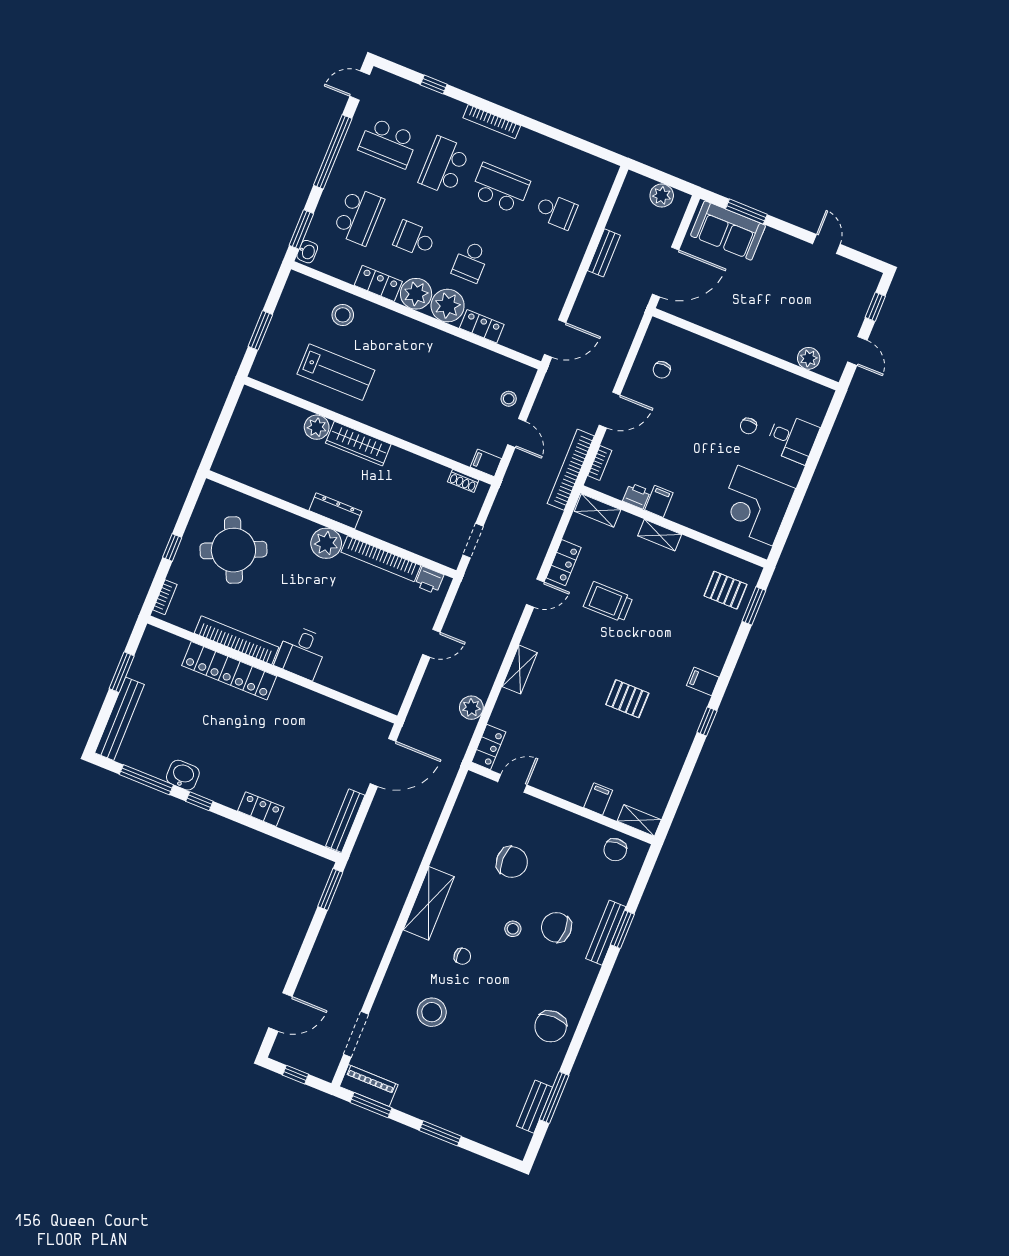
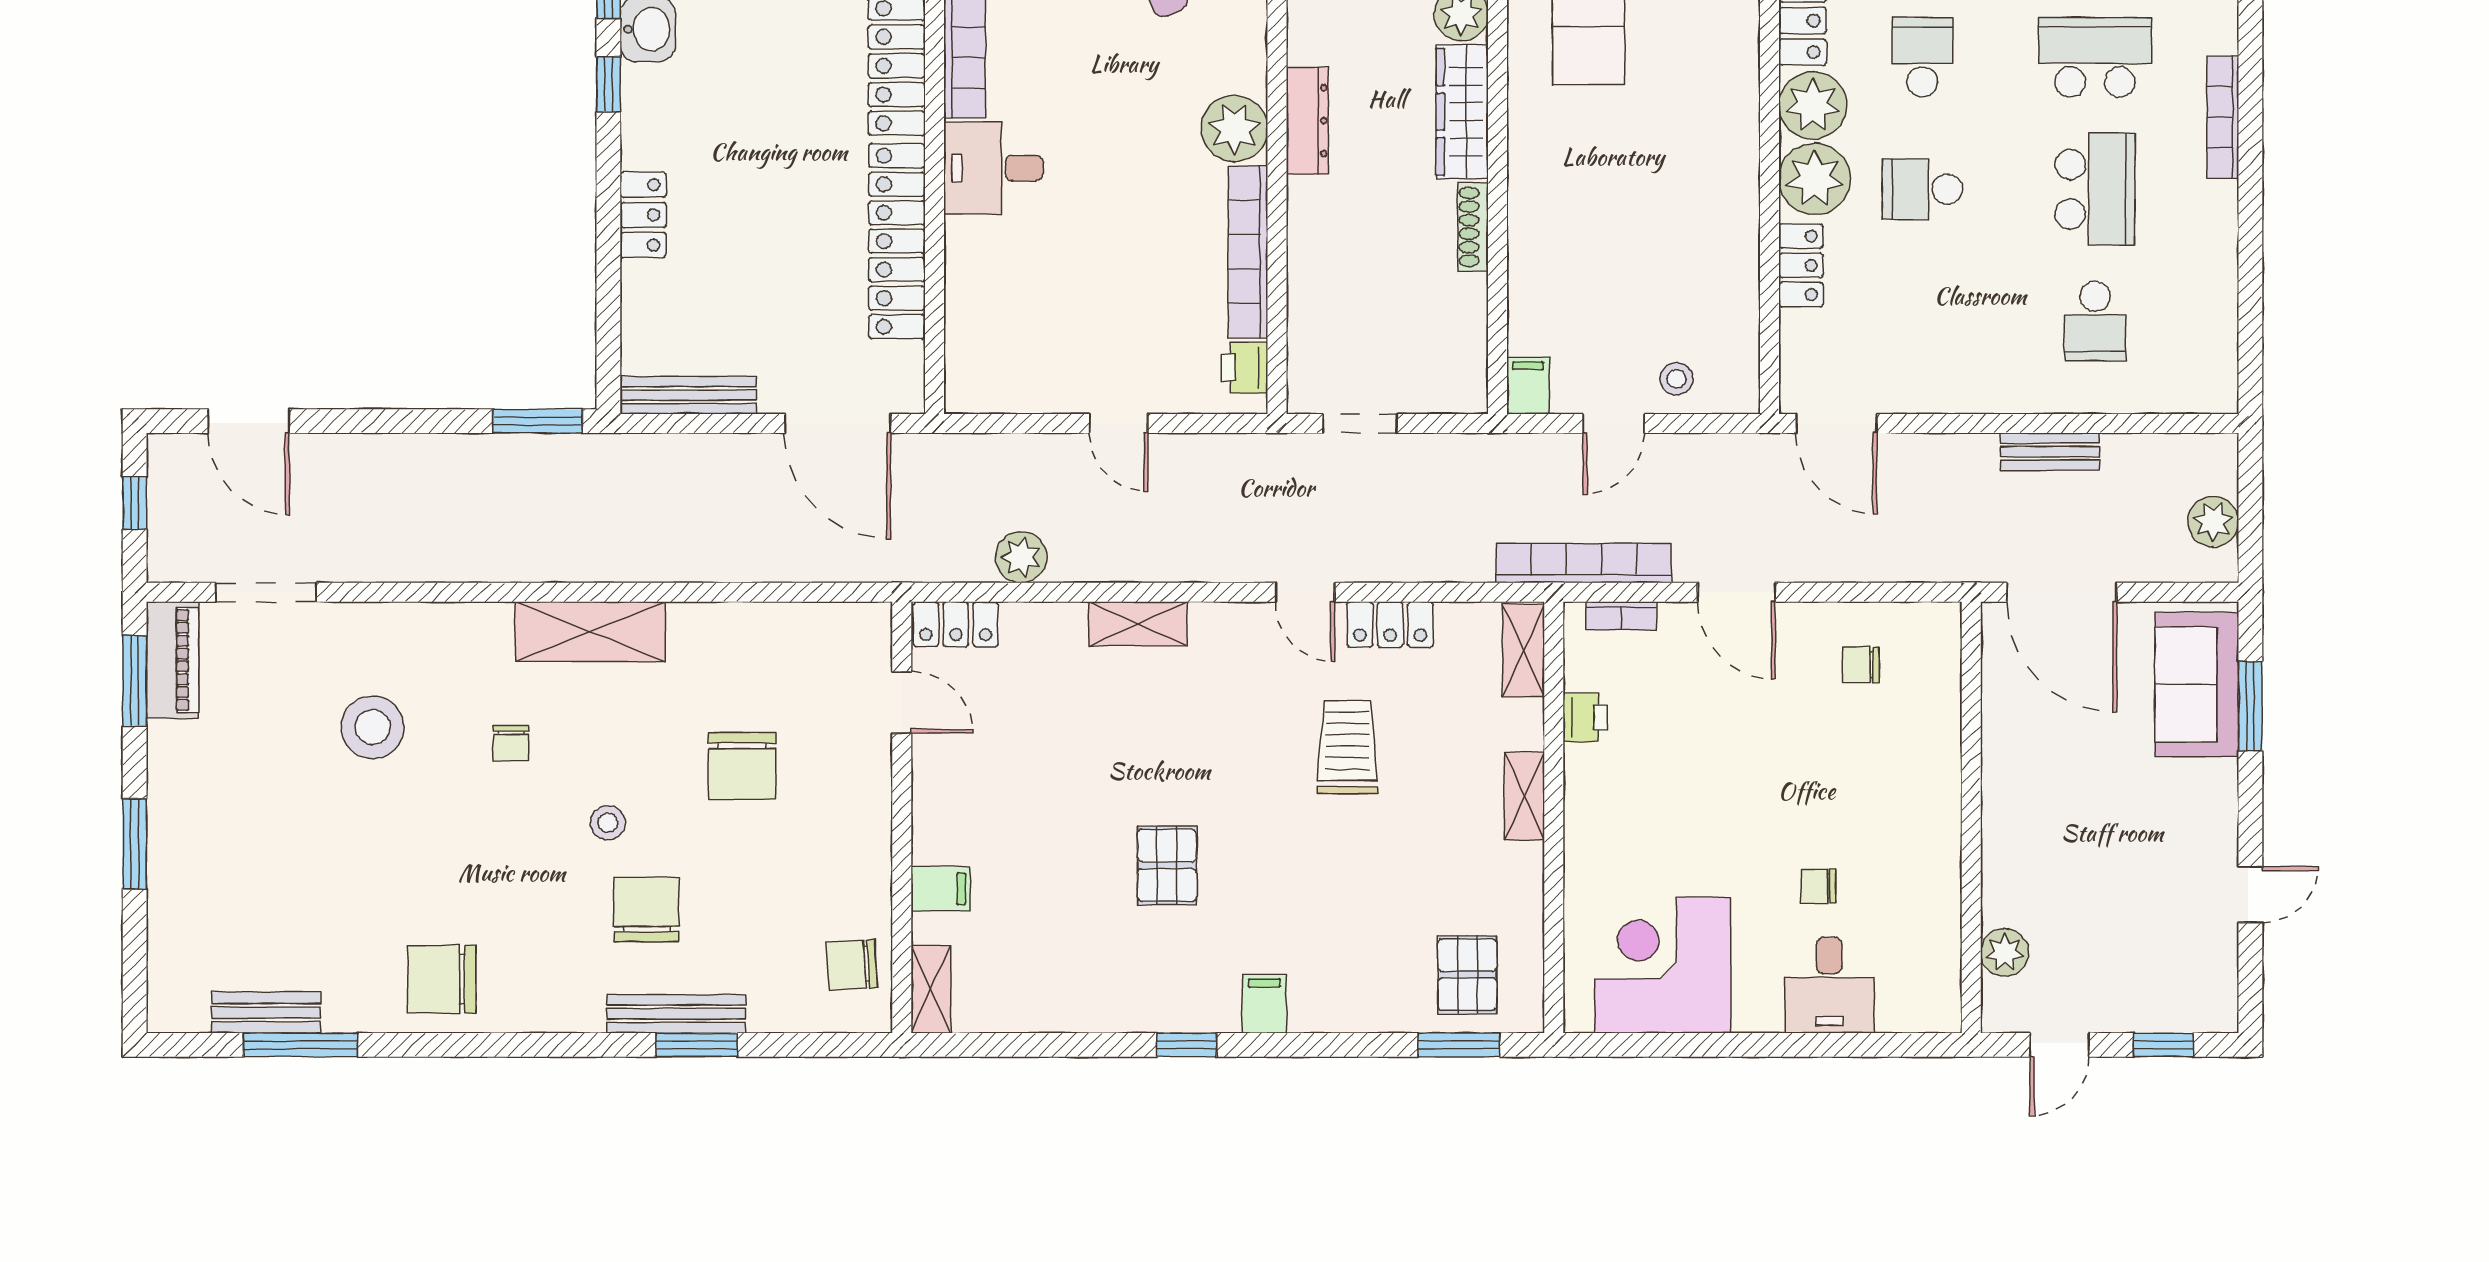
shoe rack: (463, 481) -> (1473, 227), moved, width x1.43
filing cabinet: (659, 501) -> (1592, 767), removed
locker: (316, 706) -> (897, 241), added

